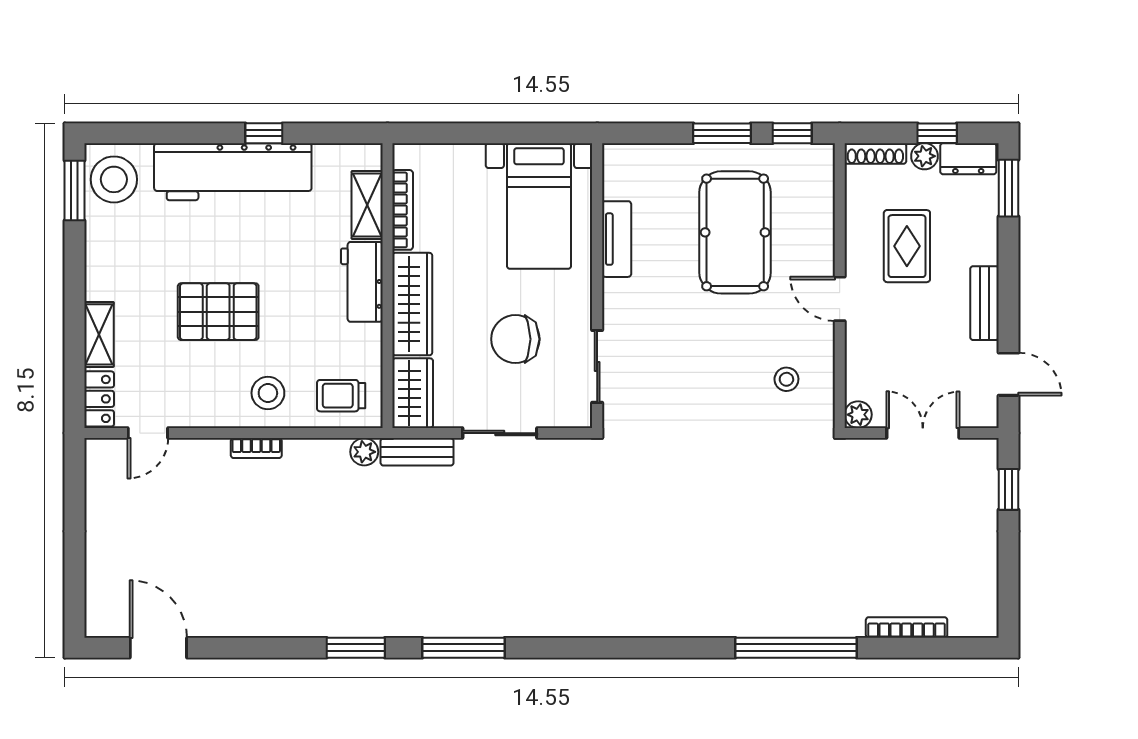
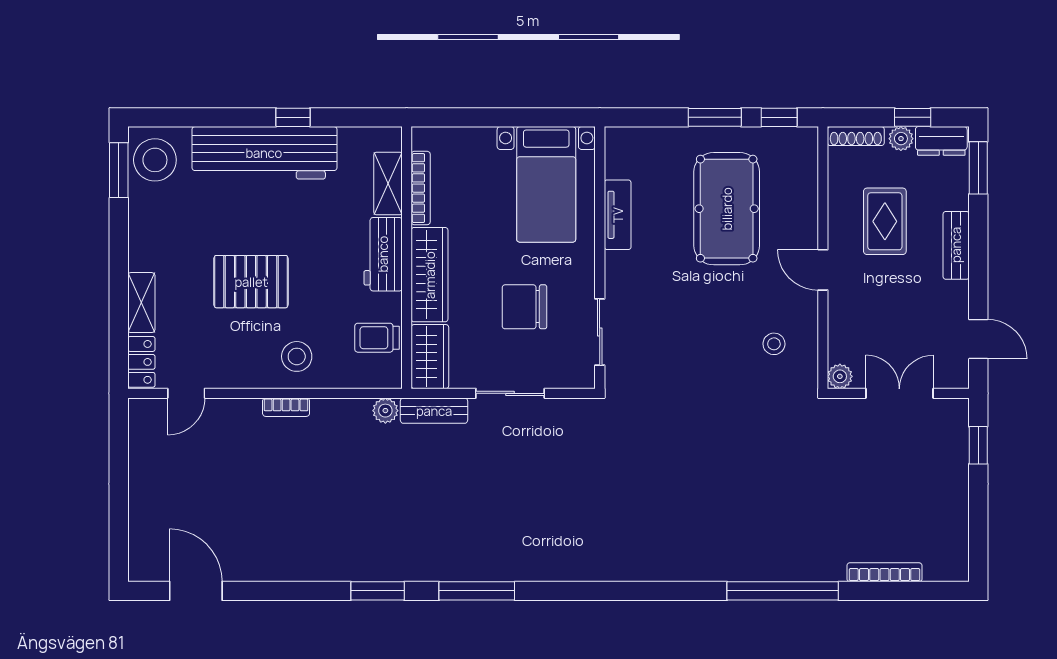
bench: (984, 303) -> (956, 245), moved
trolley: (341, 396) -> (377, 338), moved

